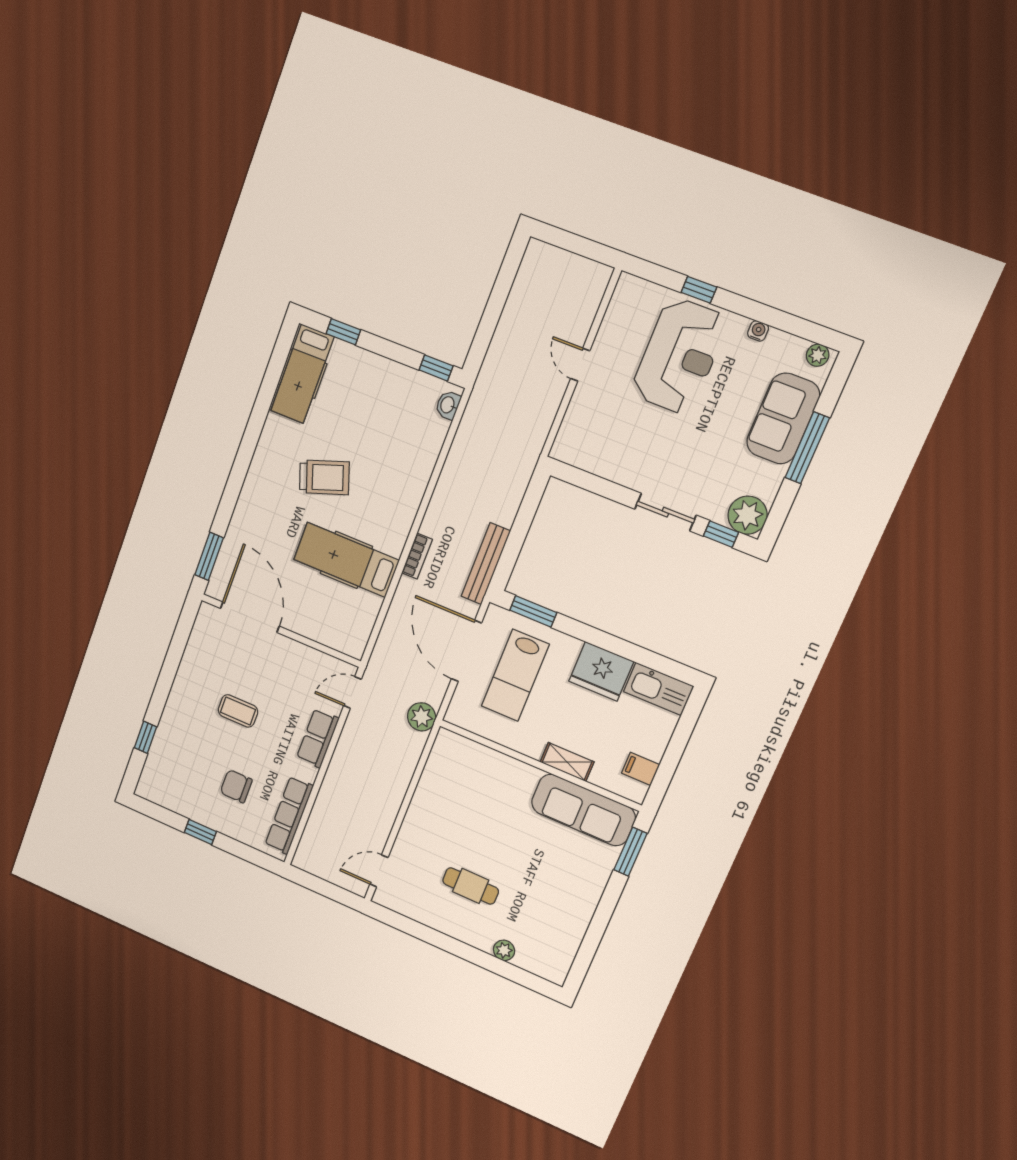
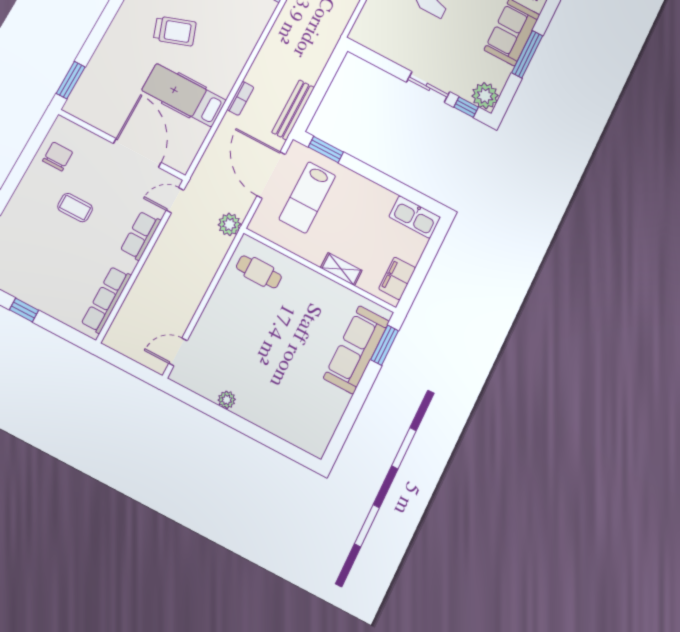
door: (250, 617) -> (137, 153), moved
fridge: (601, 671) -> (373, 200), removed
filing cabinet: (641, 769) -> (397, 278), width x2.00
chair: (236, 786) -> (58, 156), moved, turned 90
sofa: (583, 810) -> (356, 350), moved, turned 90
cafe table: (471, 886) -> (259, 272), moved
plant: (504, 950) -> (227, 400), moved

